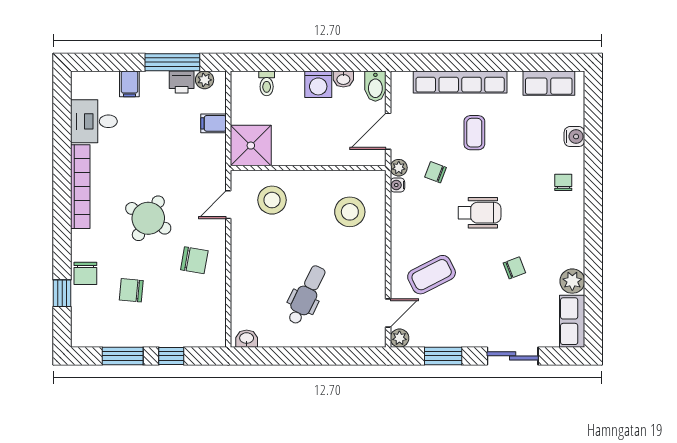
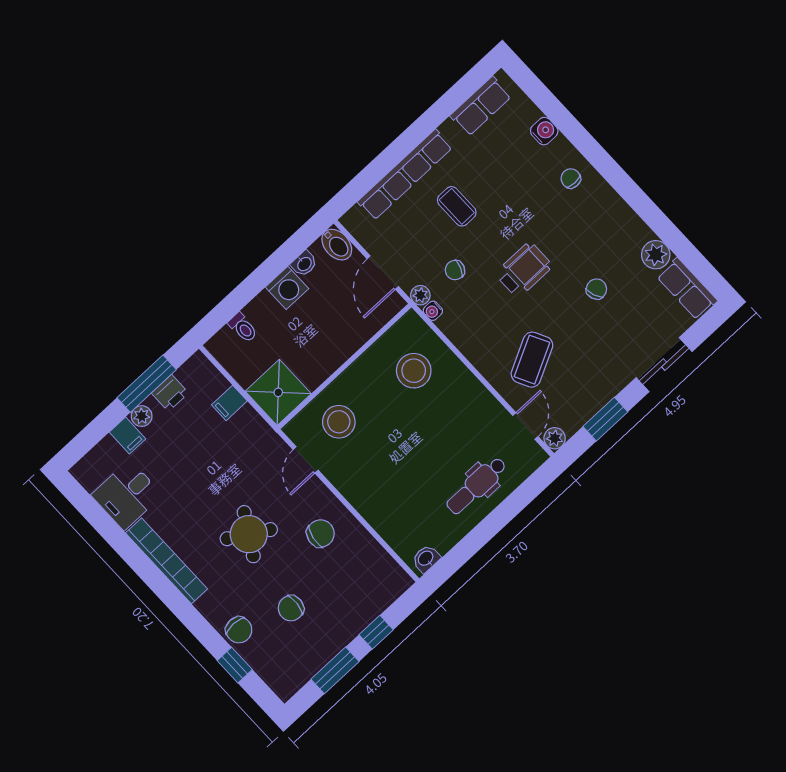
plant: (205, 80) -> (142, 416), moved
dental chair: (306, 295) -> (476, 486), moved, turned -116

